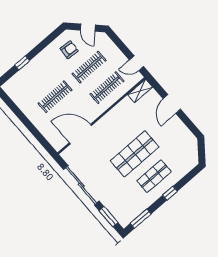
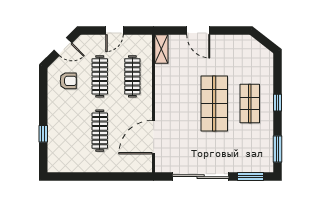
armchair: (69, 50) -> (68, 81), turned 86
door: (136, 63) -> (114, 30), moved

